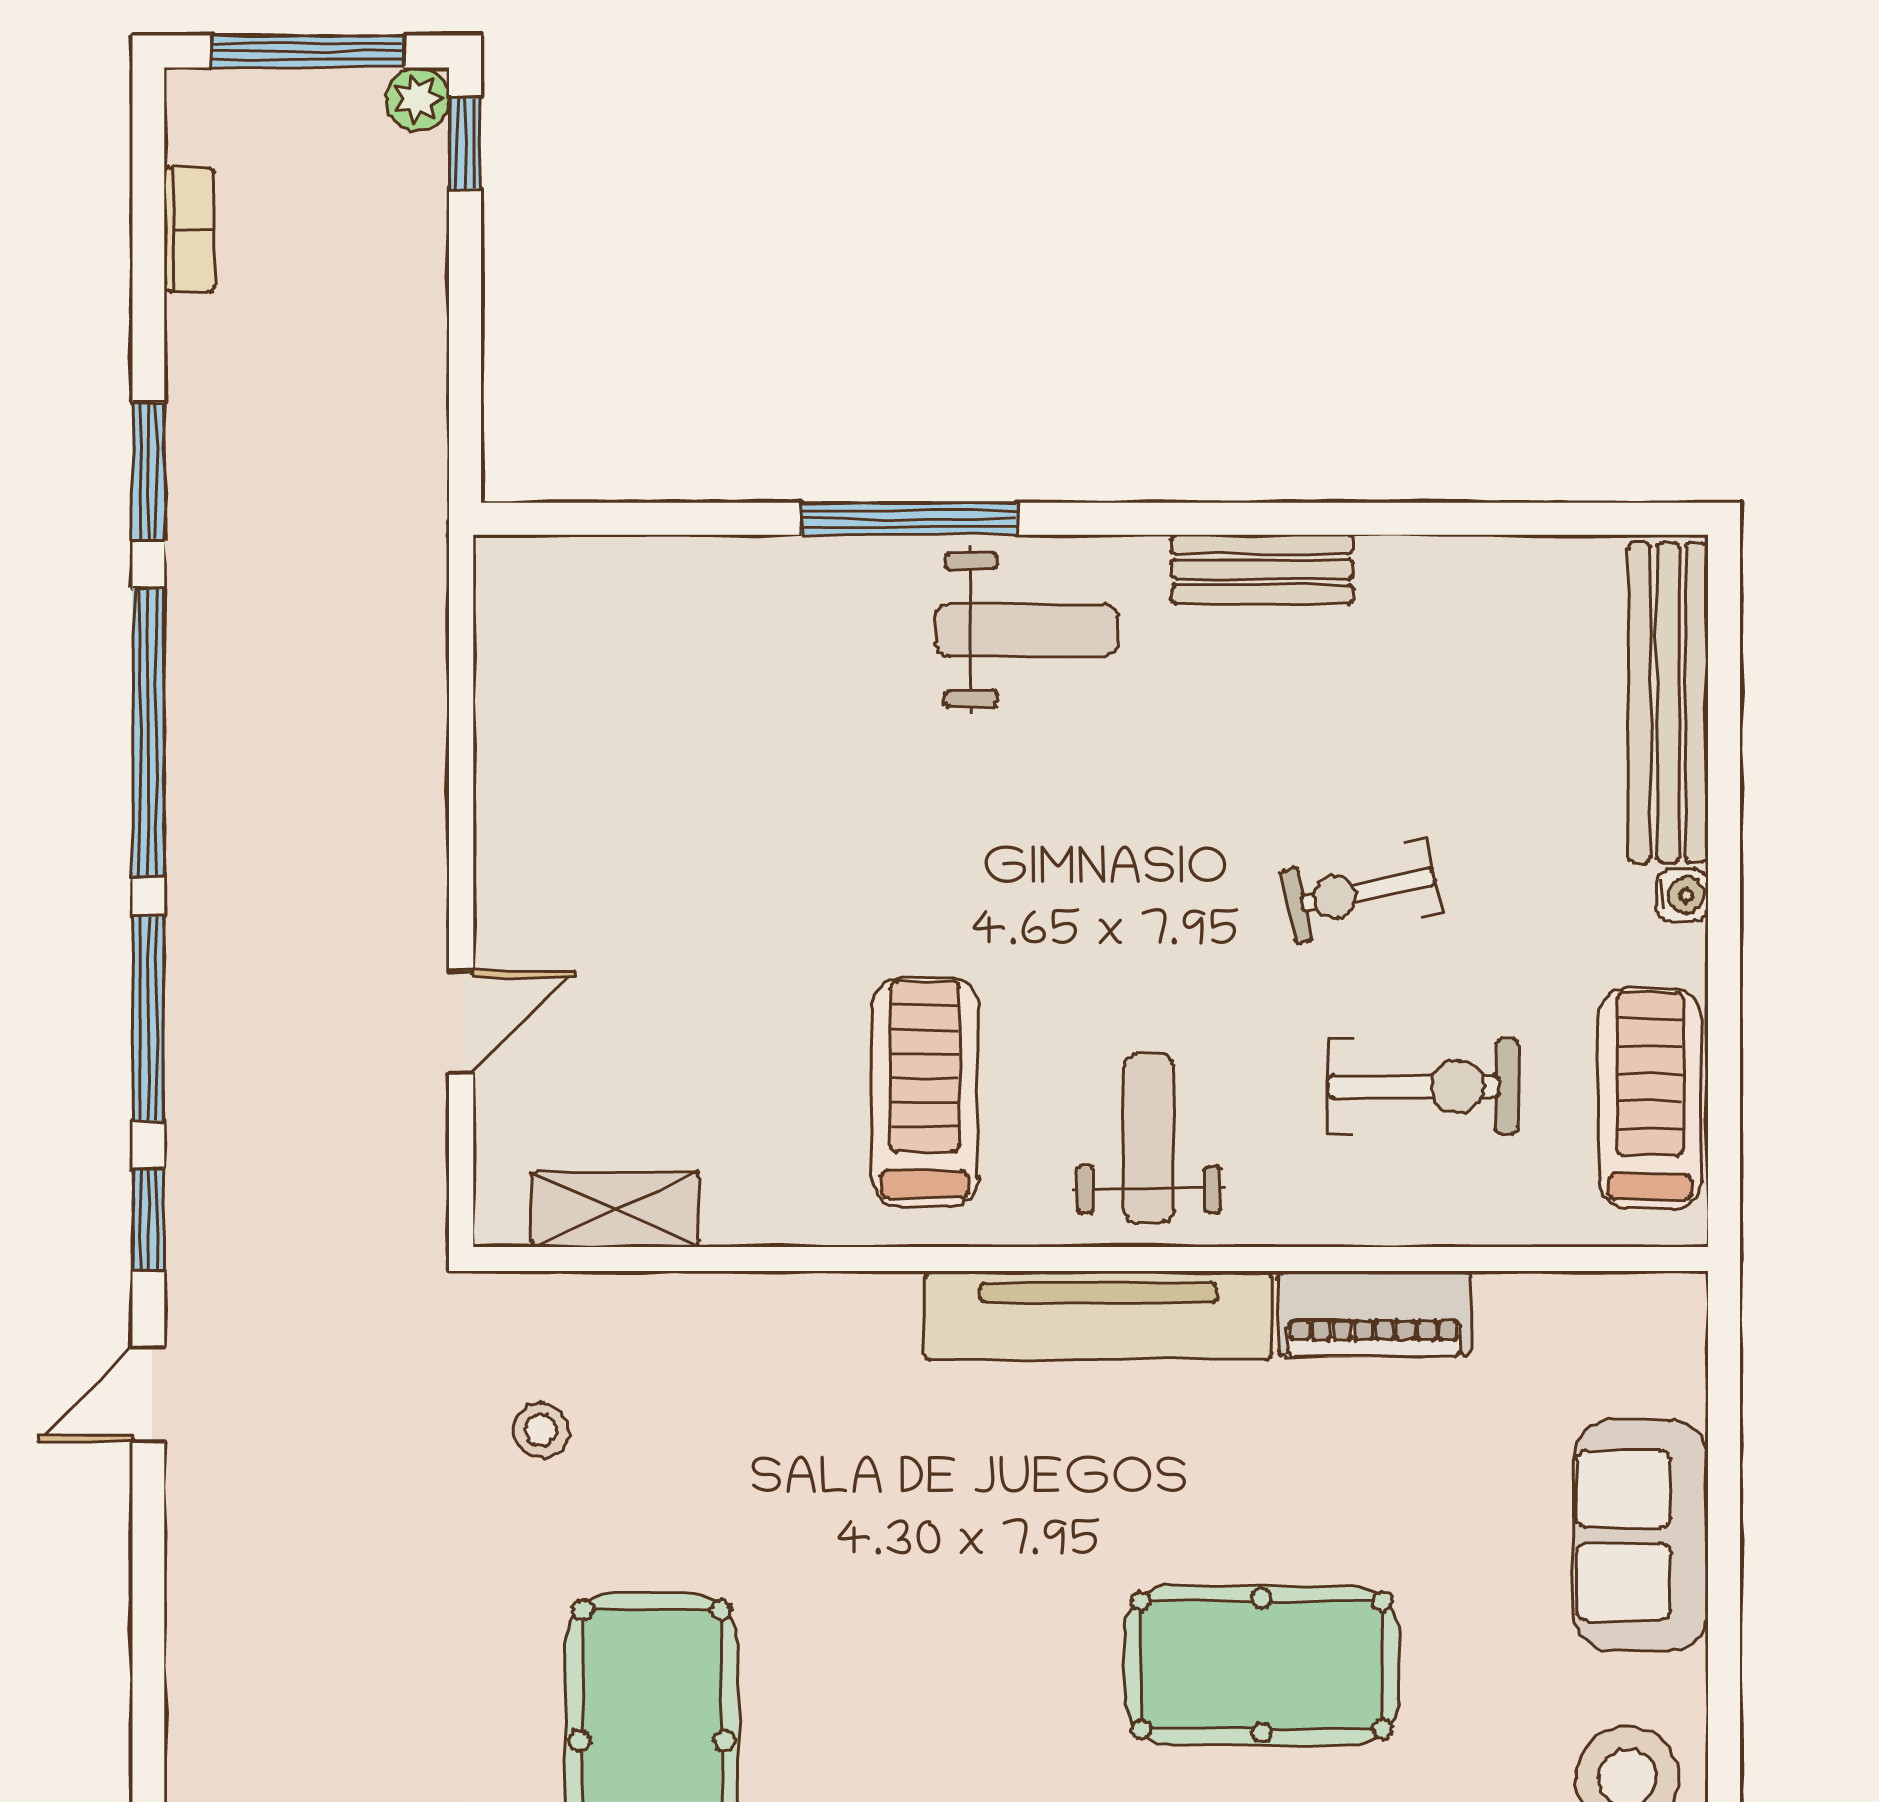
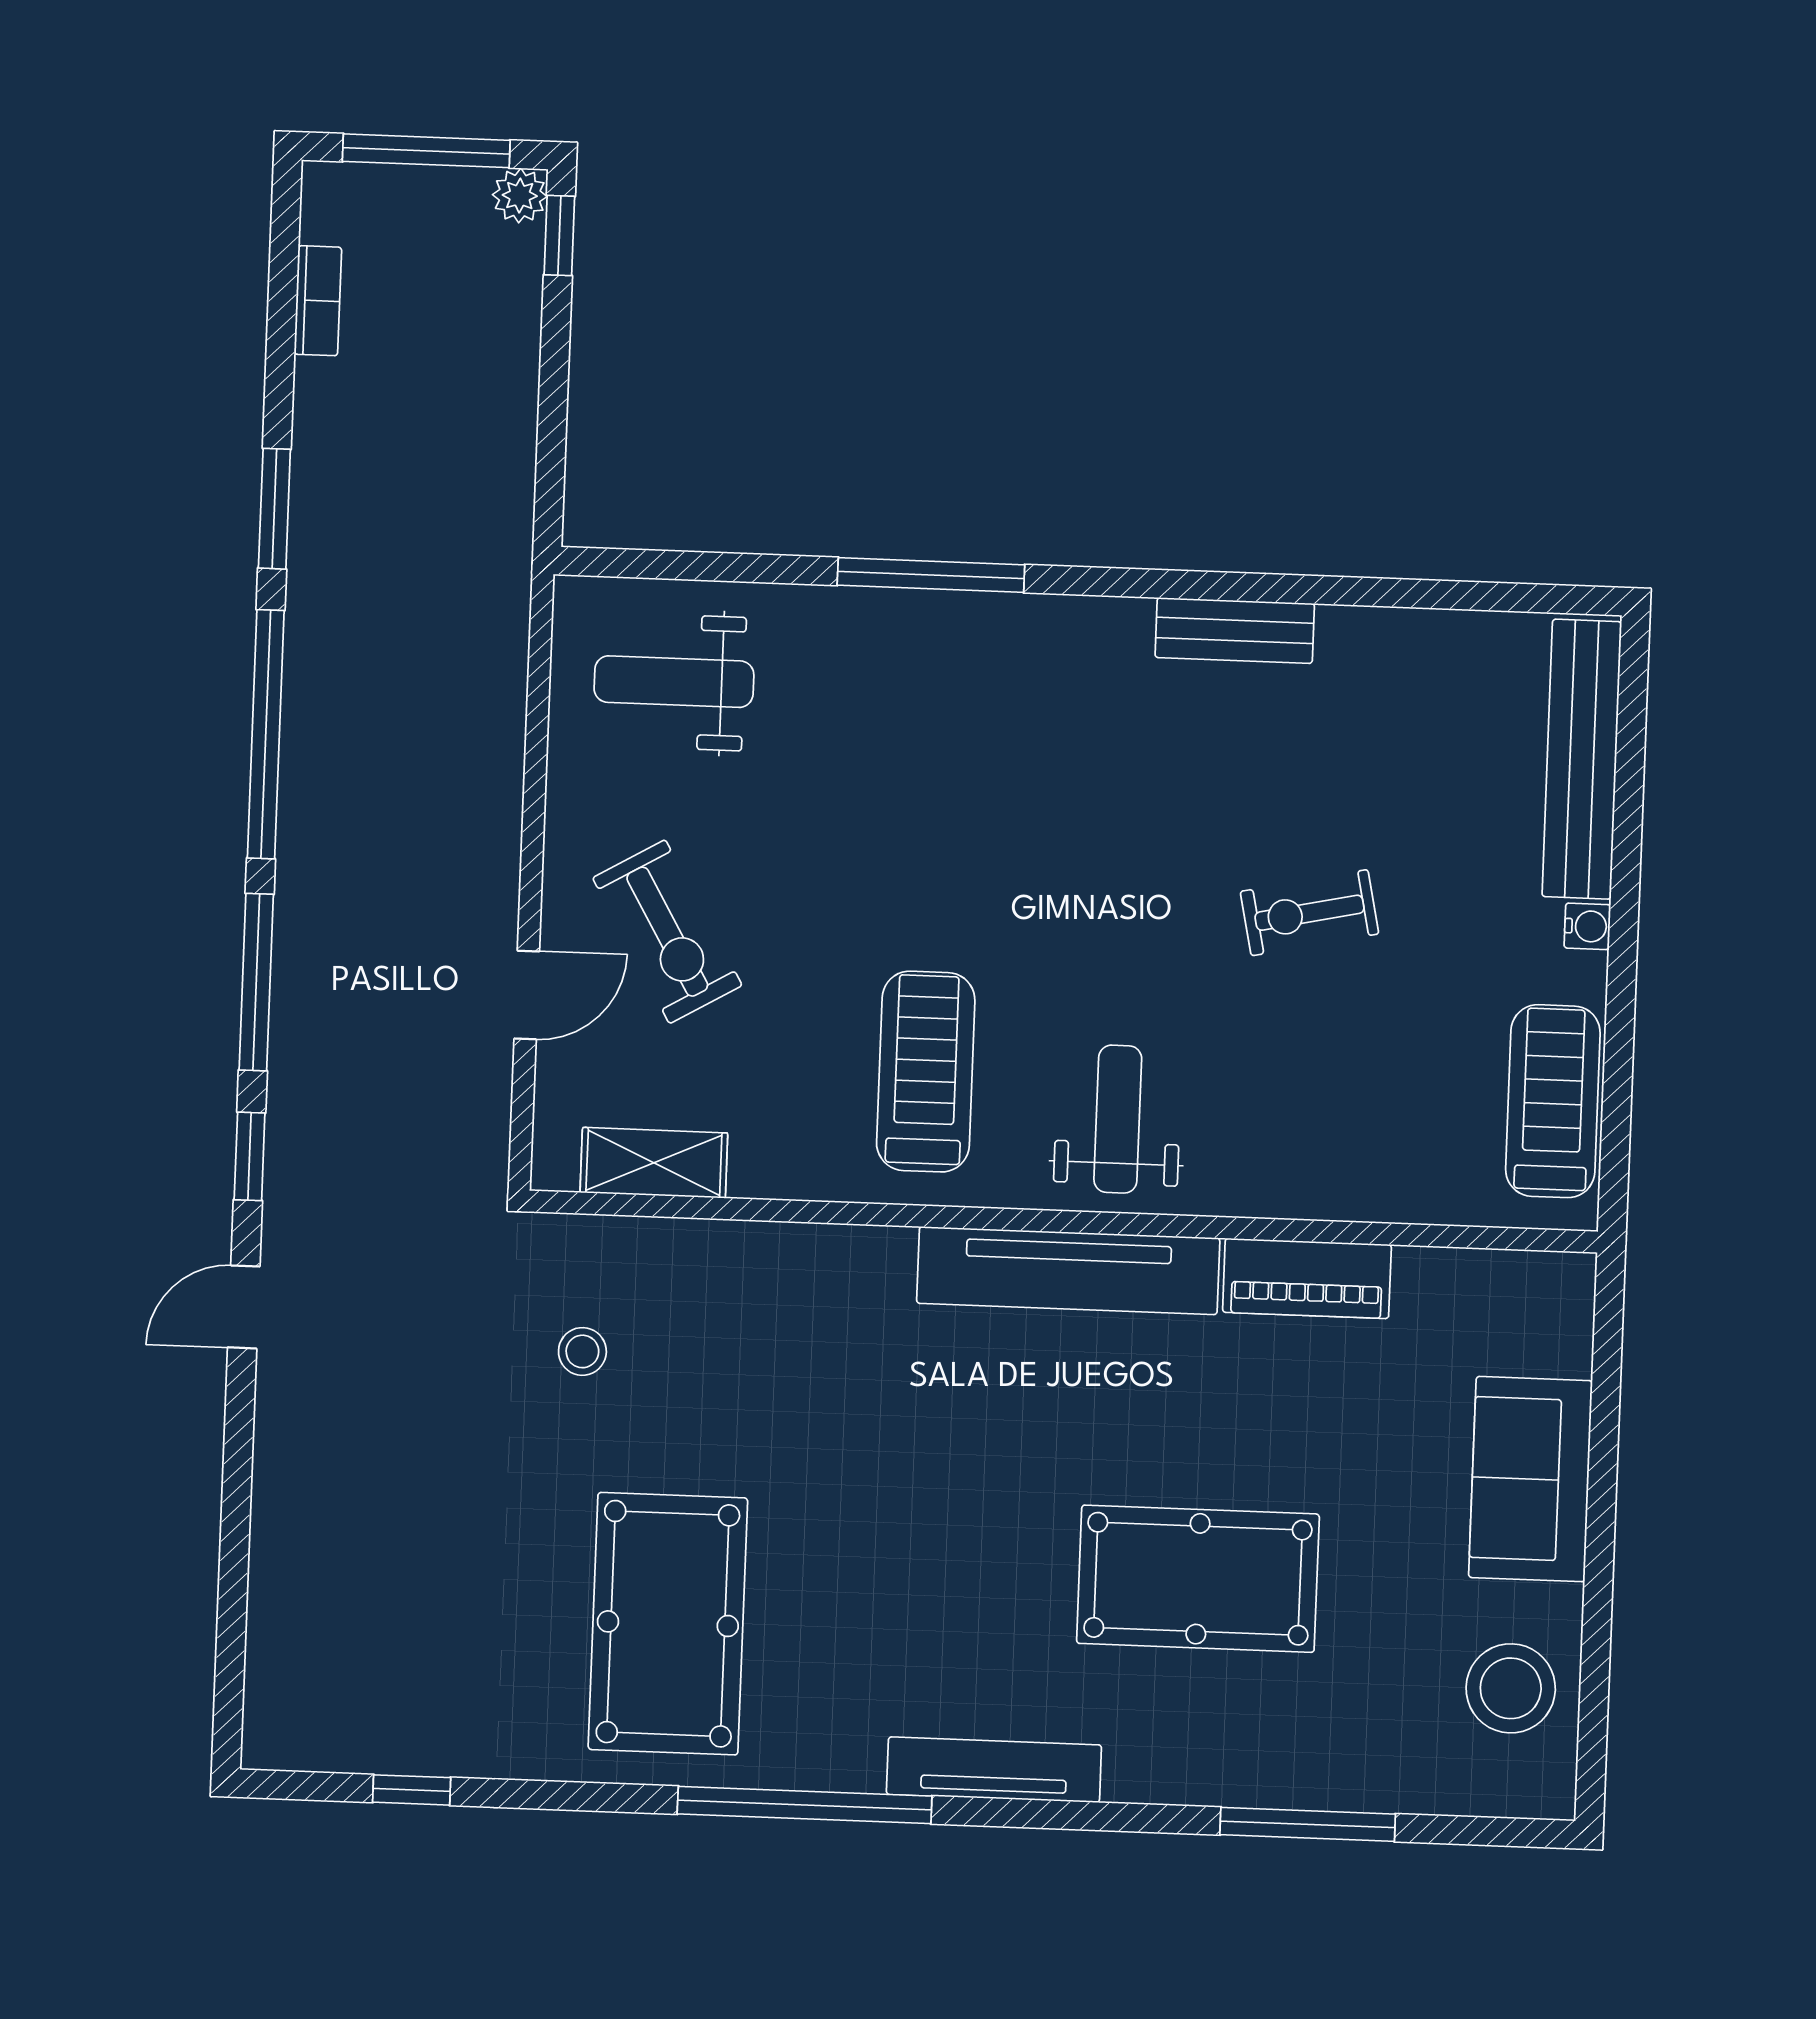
weight bench: (1026, 630) -> (674, 682), moved, turned 180
exercise bike: (1423, 1086) -> (667, 932), moved, turned 60

